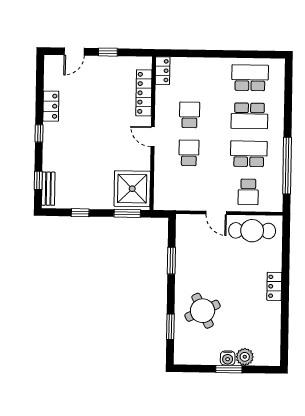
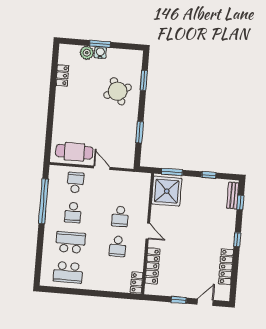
locker: (51, 106) -> (226, 267), width x1.53
school desk: (249, 154) -> (73, 212), width x0.54
locker: (274, 286) -> (62, 75), moved

